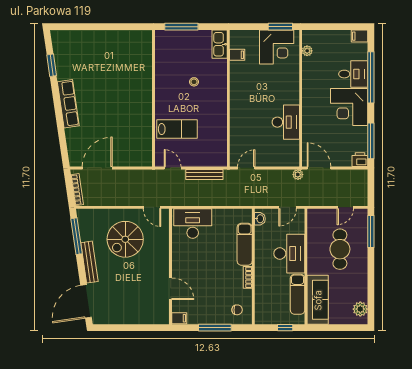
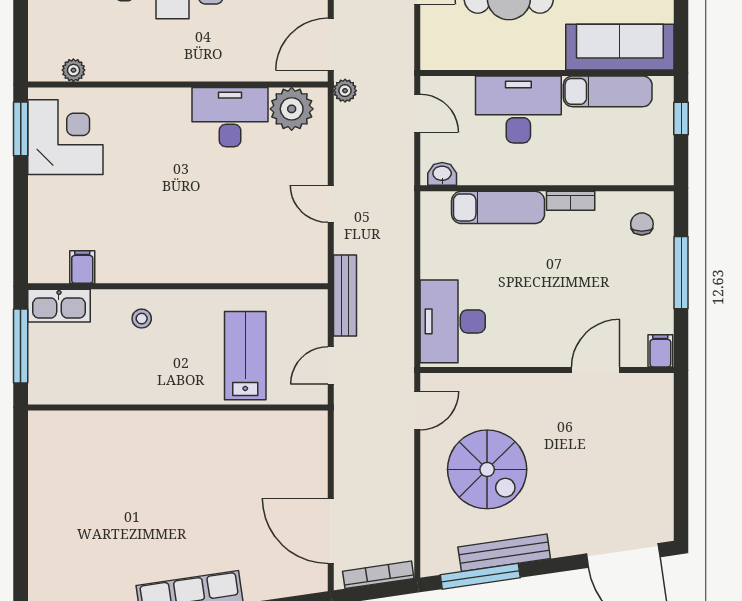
kitchen sink: (220, 44) -> (59, 306), moved
filing cabinet: (237, 55) -> (82, 267), moved
wall: (228, 98) -> (178, 286), moved
plant: (290, 150) -> (292, 109), added
bench: (89, 262) -> (504, 553), moved

